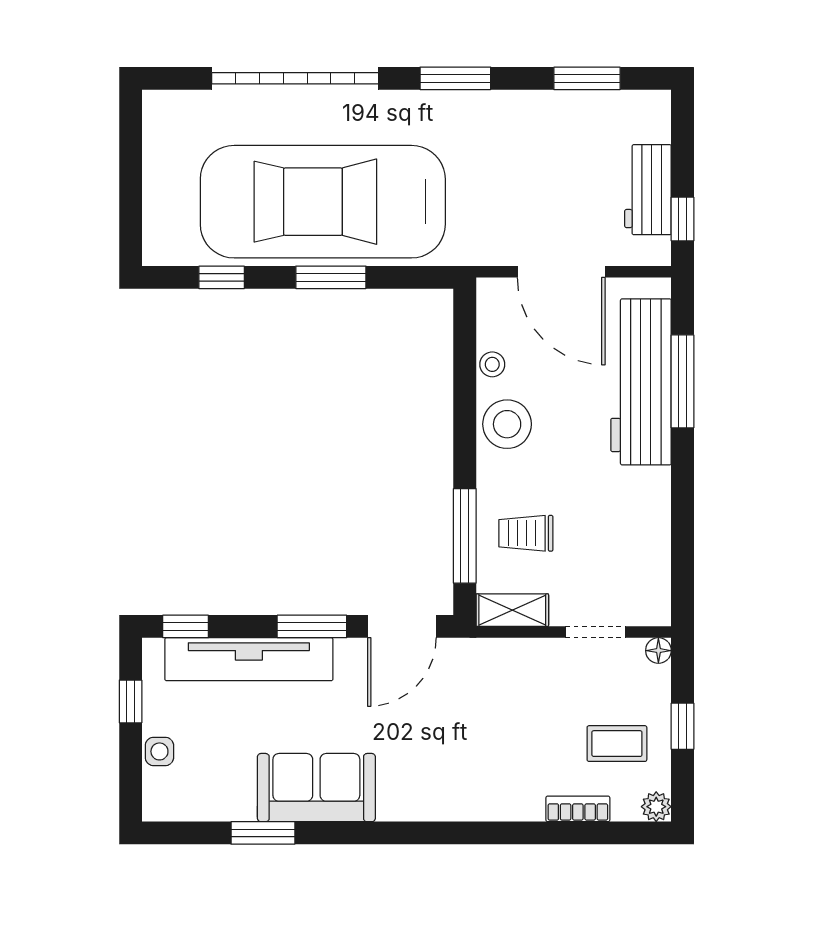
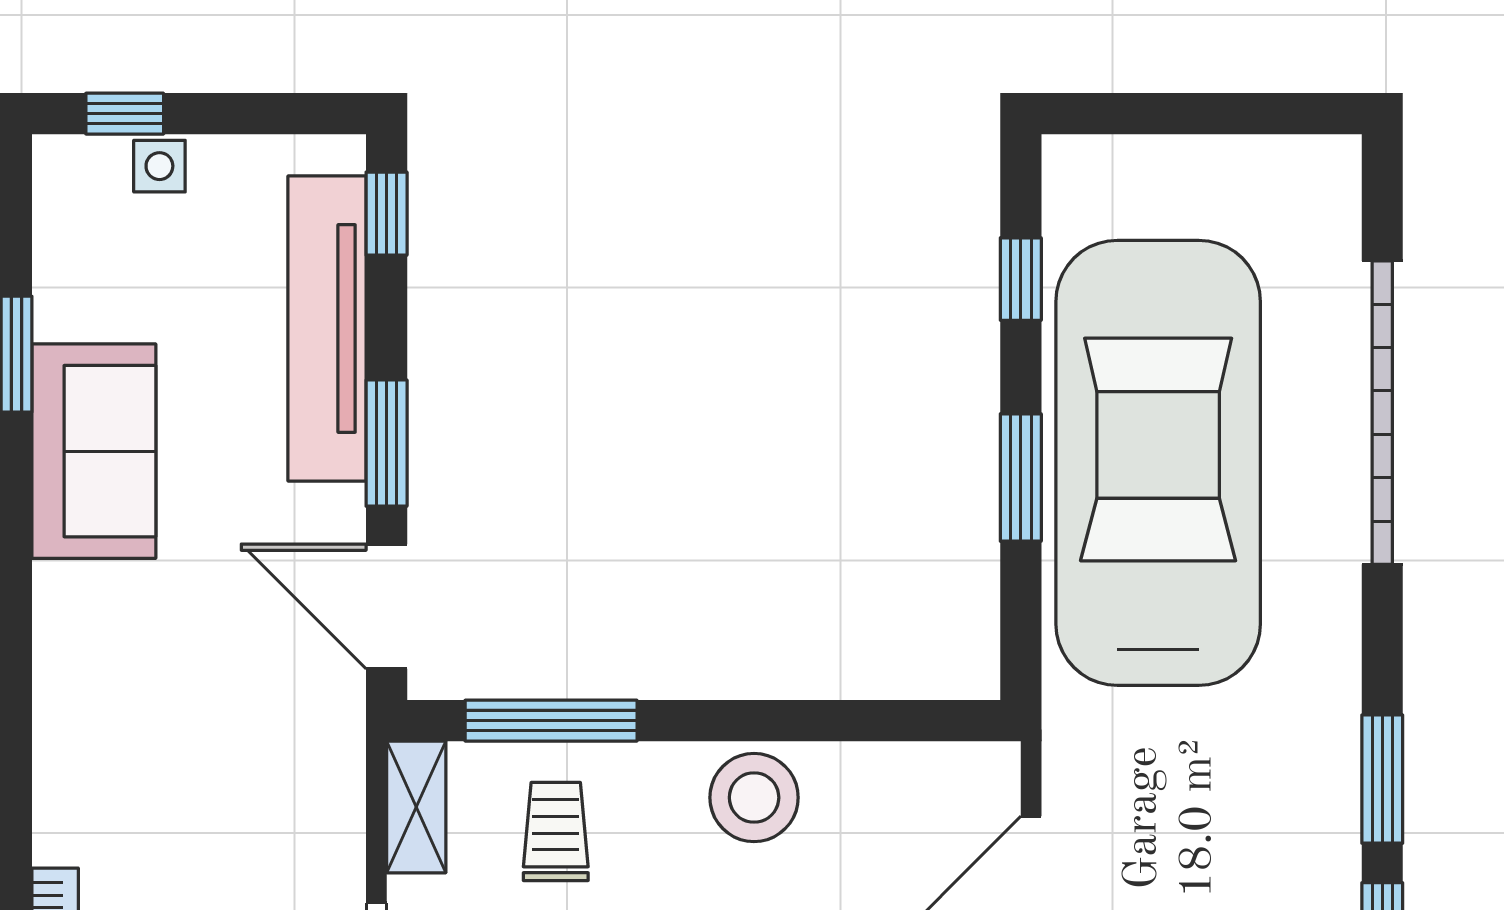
window: (455, 78) -> (1382, 779), moved
stool: (492, 364) -> (863, 771), removed
window: (131, 701) -> (125, 114), moved

